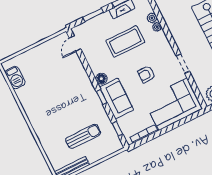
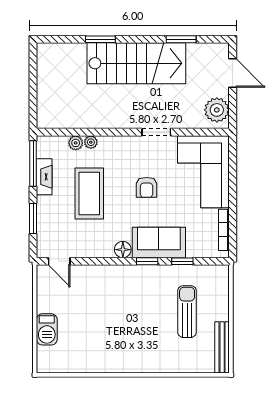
barbecue: (15, 78) -> (47, 329), moved, turned 90
window: (117, 129) -> (182, 261), moved

